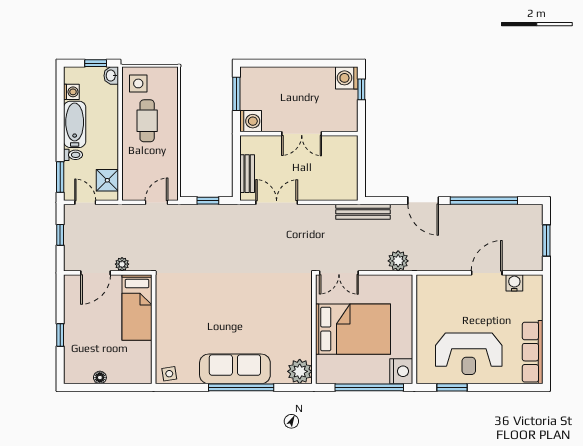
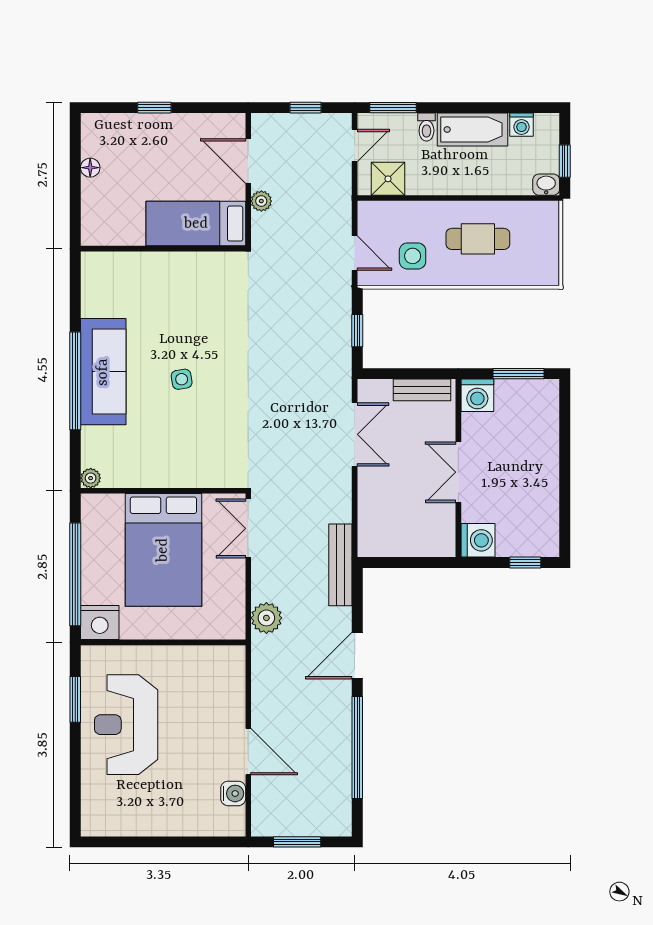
washing machine: (347, 78) -> (478, 540), moved, turned 90
side table: (138, 83) -> (413, 256), moved
bench: (247, 174) -> (422, 390), moved
row of seats: (533, 352) -> (129, 821), removed
plant: (300, 371) -> (91, 478), width x0.53, depth x0.53
side table: (169, 374) -> (182, 379), moved

